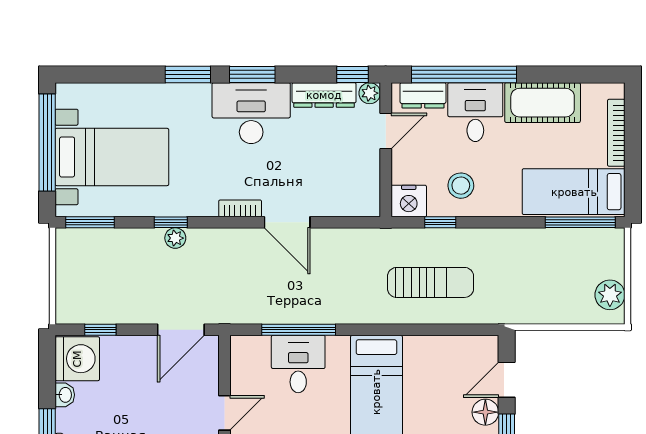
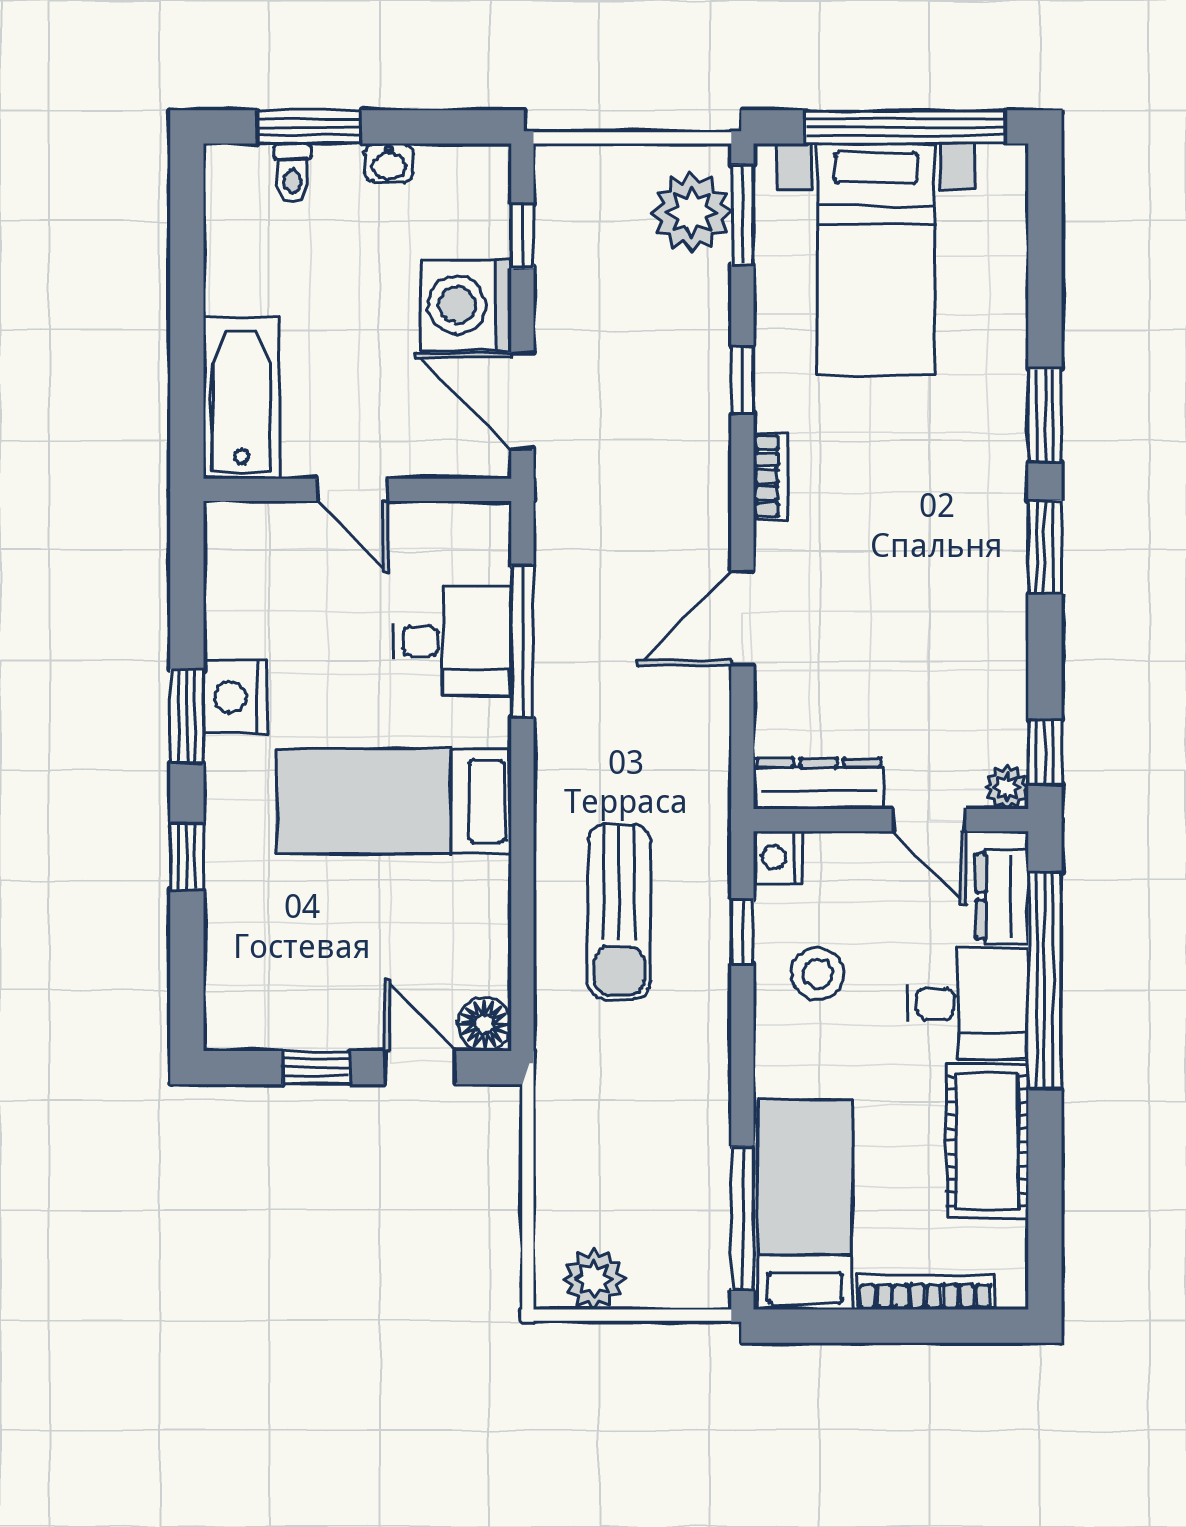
dresser: (324, 95) -> (819, 783), moved, turned 90
desk: (251, 113) -> (966, 545), removed
nightstand: (409, 201) -> (778, 858), width x0.74, depth x0.75
bookcase: (240, 208) -> (771, 476), moved
plant: (175, 238) -> (692, 213), moved, width x1.88, depth x1.88
washing machine: (77, 359) -> (466, 305), moved, turned 90
floor lamp: (485, 412) -> (484, 1024), moved

